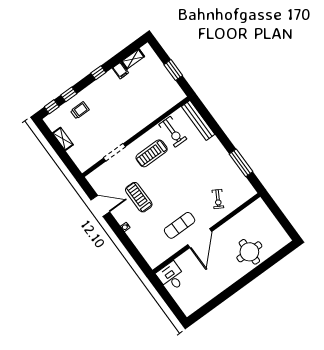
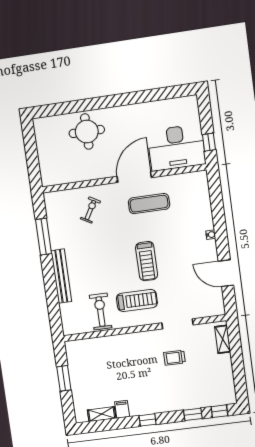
trolley: (80, 110) -> (174, 358), moved
bench: (198, 120) -> (61, 276), moved
shelving: (63, 139) -> (223, 339), moved
treadmill: (139, 197) -> (147, 261), moved
desk: (171, 277) -> (176, 147), width x1.87, depth x1.30
window: (161, 289) -> (209, 142), added

